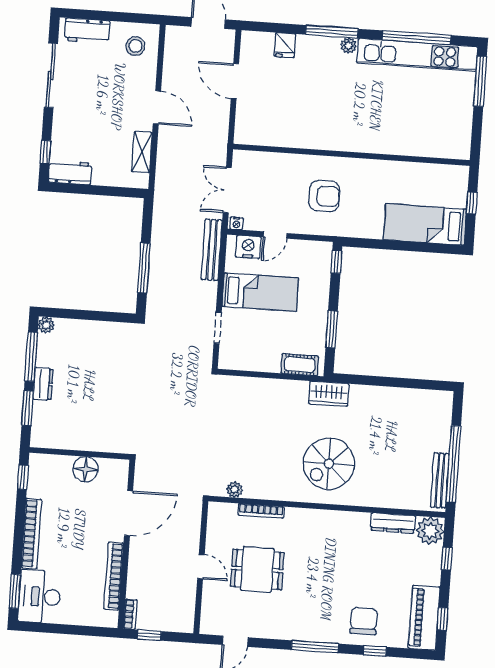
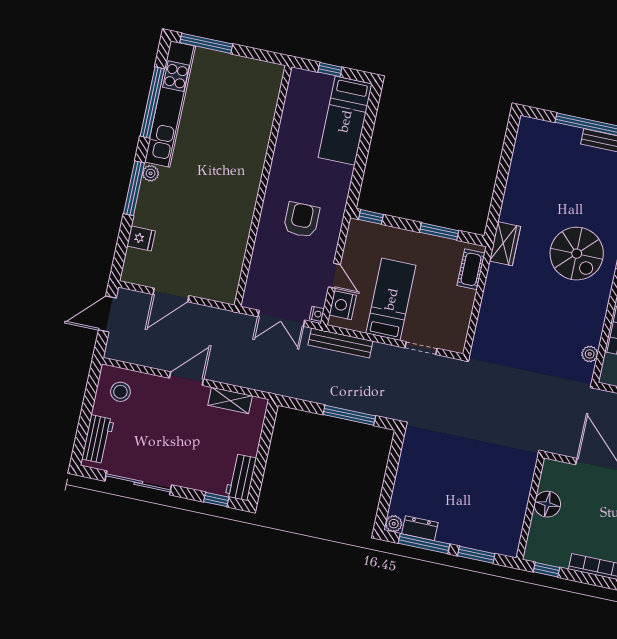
dresser: (43, 384) -> (420, 528), moved

